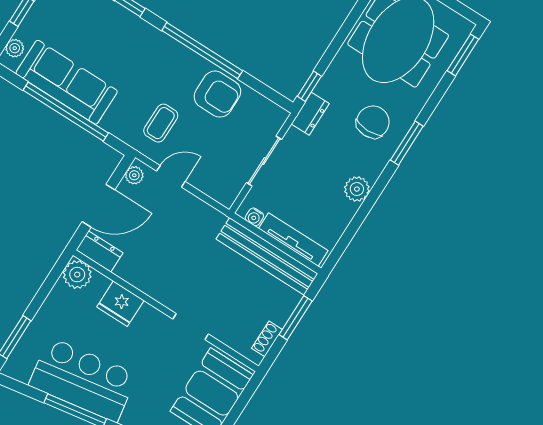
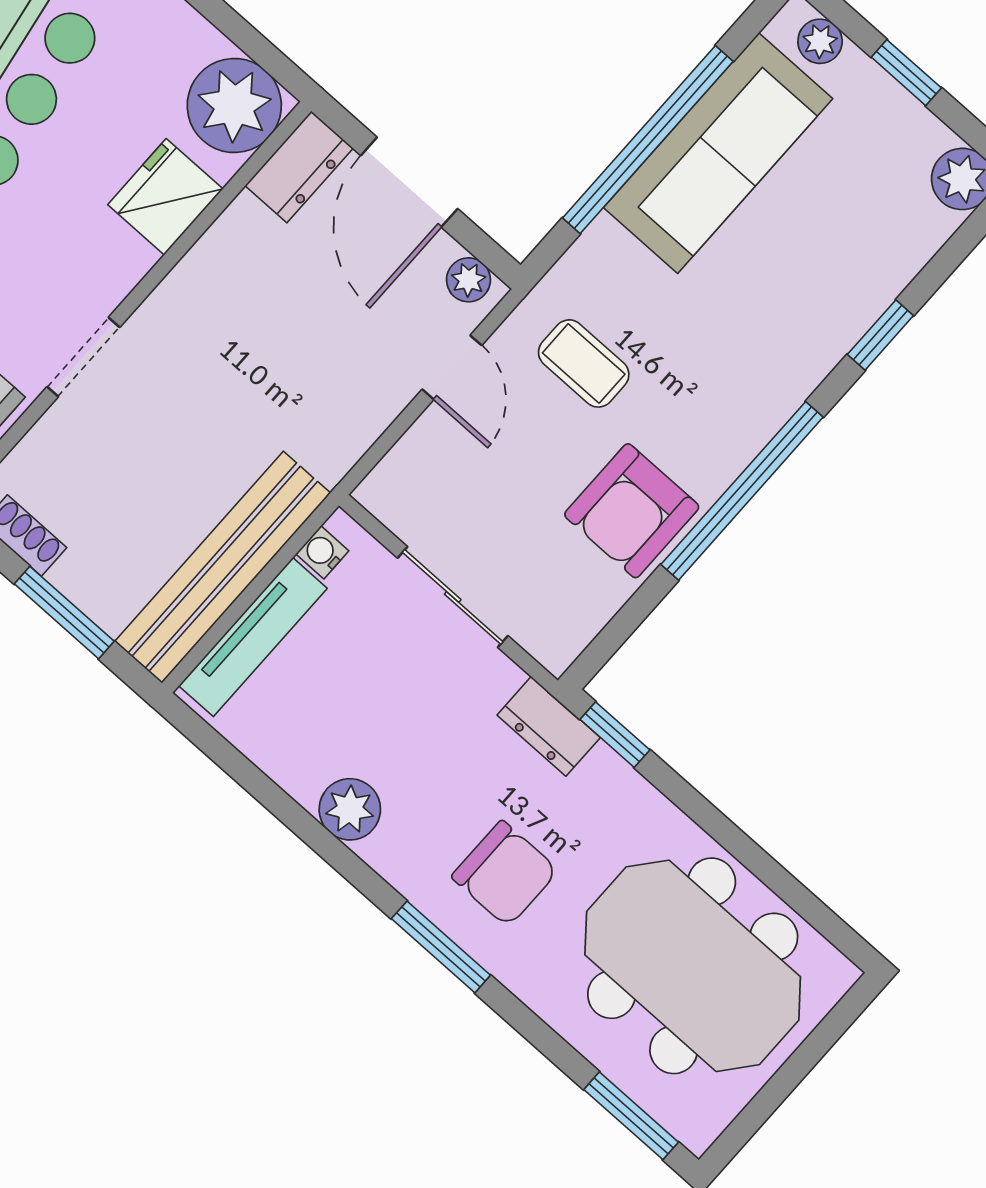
plant: (77, 275) -> (234, 105), width x1.36, depth x1.36

